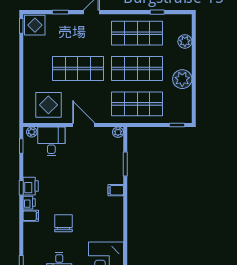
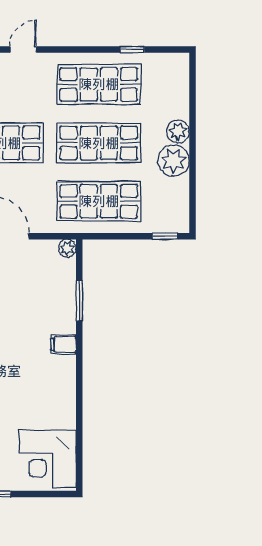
plant: (185, 41) -> (178, 132), moved

